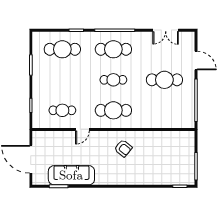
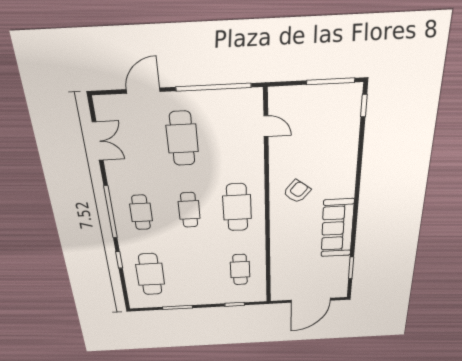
cafe table: (113, 49) -> (141, 212), width x0.73, depth x0.74
door: (82, 129) -> (266, 126), moved
sofa: (71, 175) -> (337, 228), moved

